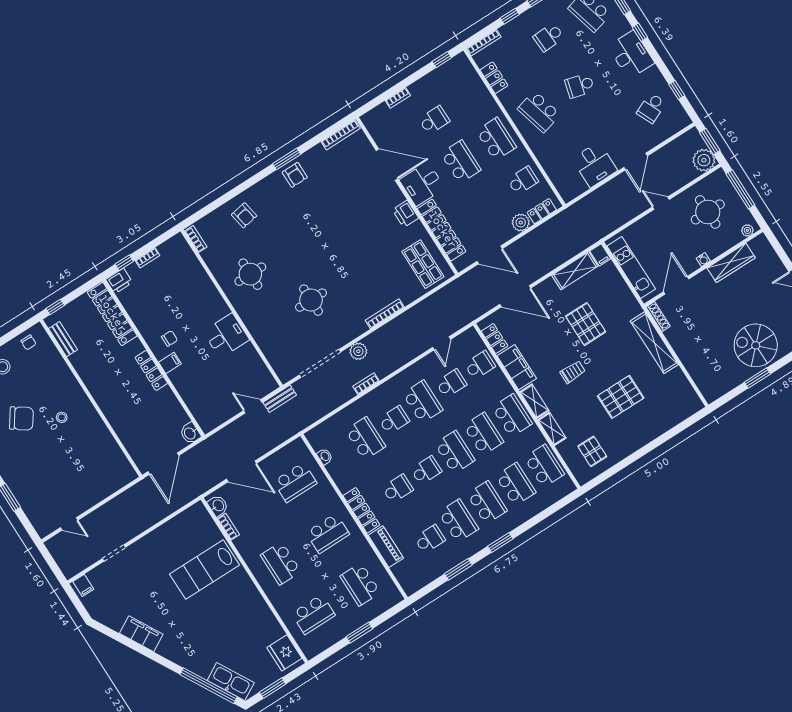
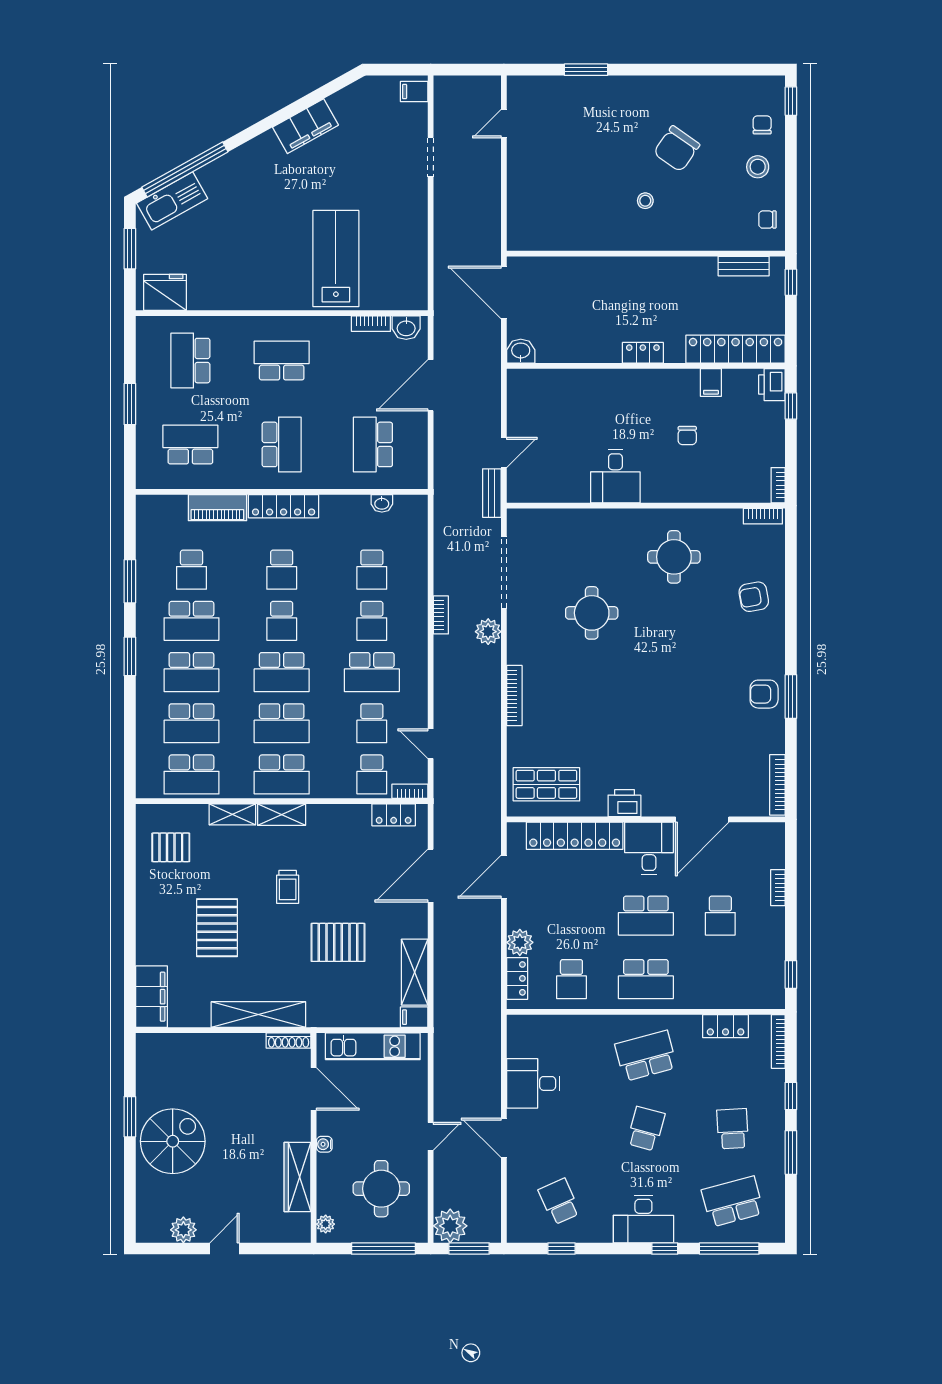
bookcase: (148, 258) -> (778, 485), moved
chair: (170, 338) -> (687, 436), moved
bookcase: (475, 338) -> (410, 791), added
filing cabinet: (170, 363) -> (711, 383), moved
filing cabinet: (517, 367) -> (151, 997), moved, turned -90
locker: (151, 370) -> (643, 353), width x0.66
school desk: (365, 438) -> (372, 570), width x0.54
school desk: (328, 533) -> (282, 444), turned 180

